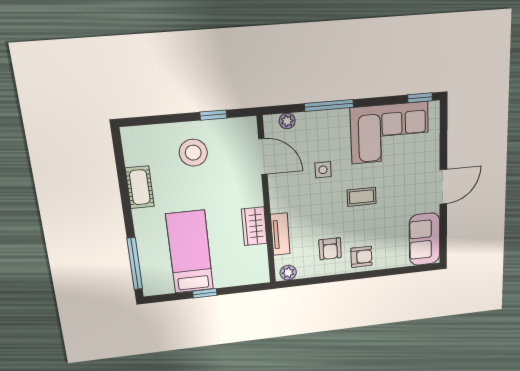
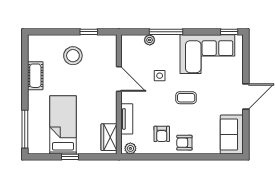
plant: (287, 121) -> (150, 40), moved
door: (263, 157) -> (119, 79), moved
wardrobe: (254, 226) -> (109, 137), moved
armchair: (361, 257) -> (184, 143), turned 180

